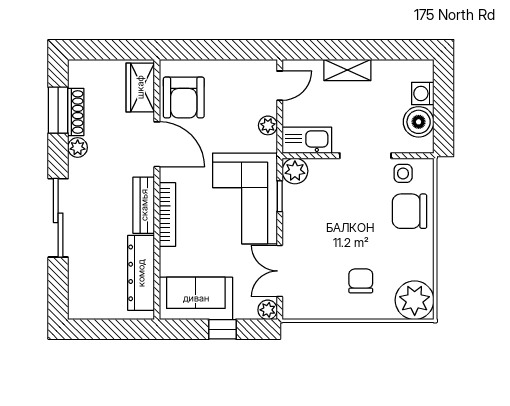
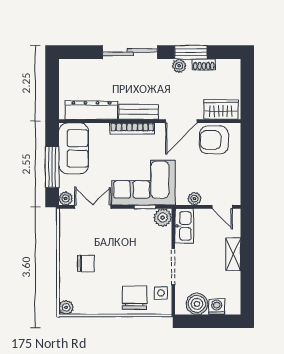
window: (58, 110) -> (191, 52), moved
shoe rack: (76, 112) -> (204, 65), width x0.70
plant: (415, 300) -> (66, 307), width x0.53, depth x0.53
window: (222, 329) -> (52, 167), width x2.17

